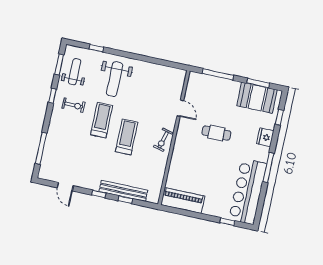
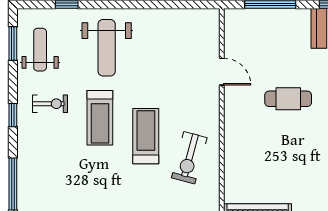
window: (52, 96) -> (13, 115), moved
treadmill: (102, 120) -> (100, 118), turned 180
exercise bike: (163, 140) -> (189, 158), moved, width x1.38, depth x1.39

